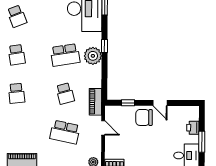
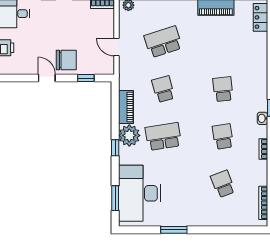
piano: (95, 102) -> (126, 107), moved
school desk: (65, 132) -> (163, 42), turned -30

